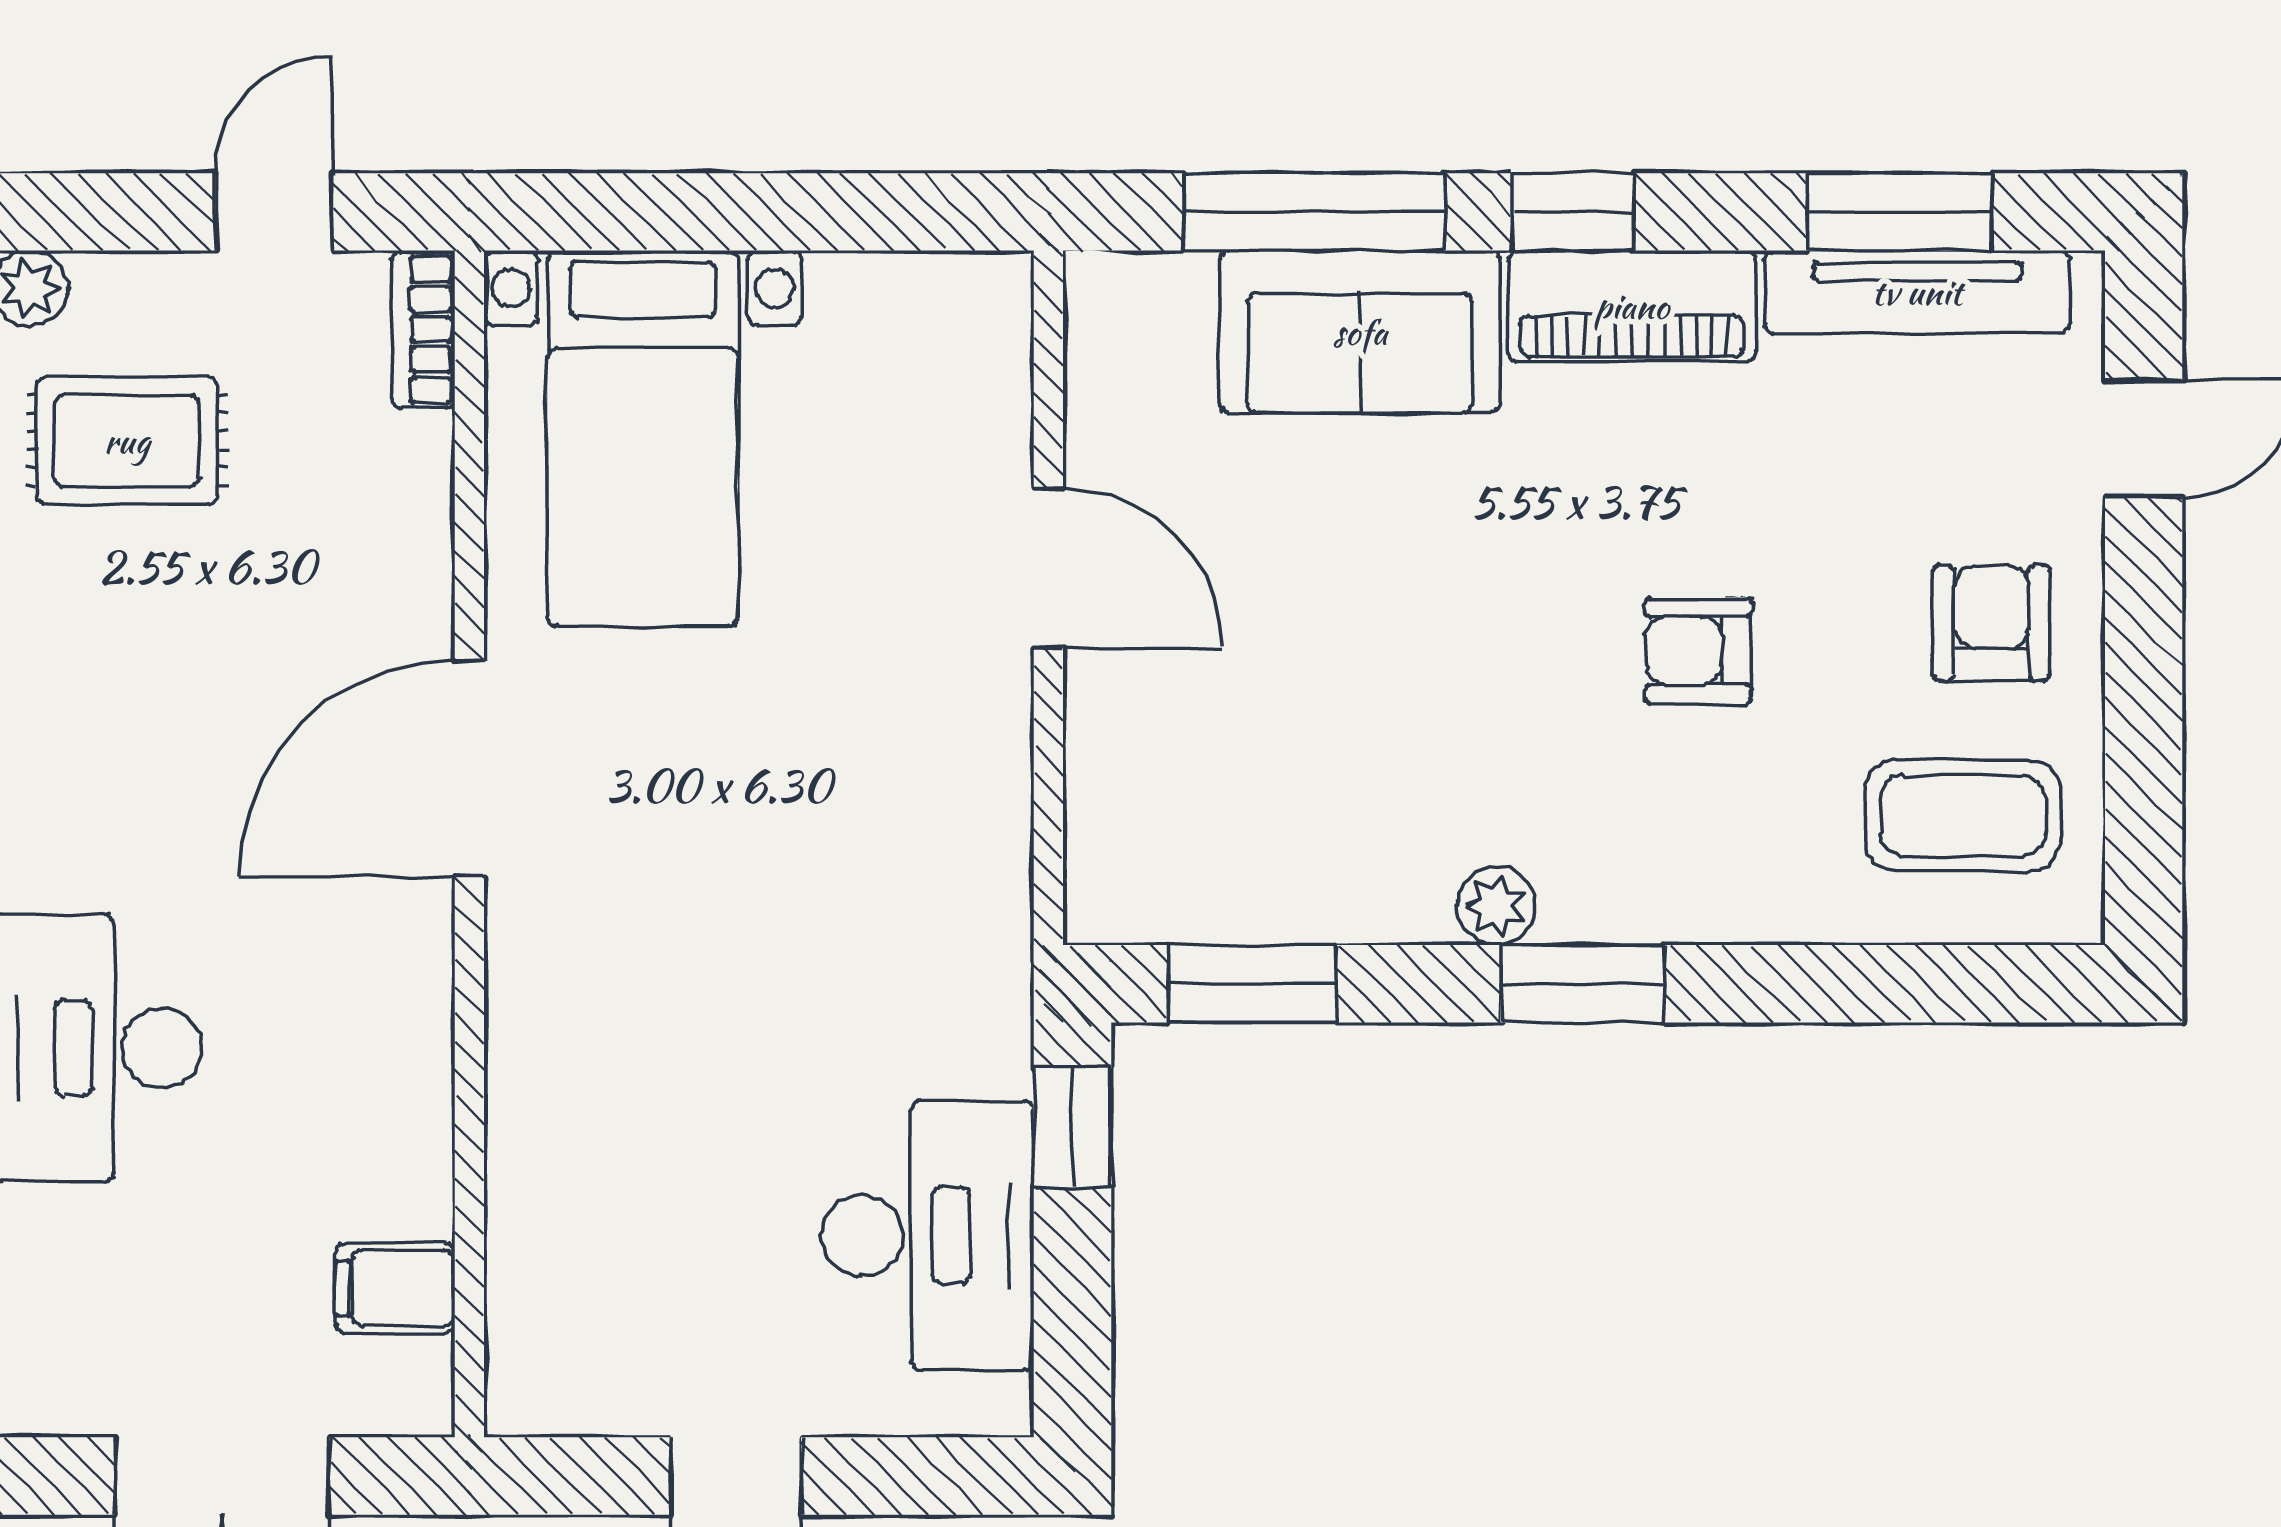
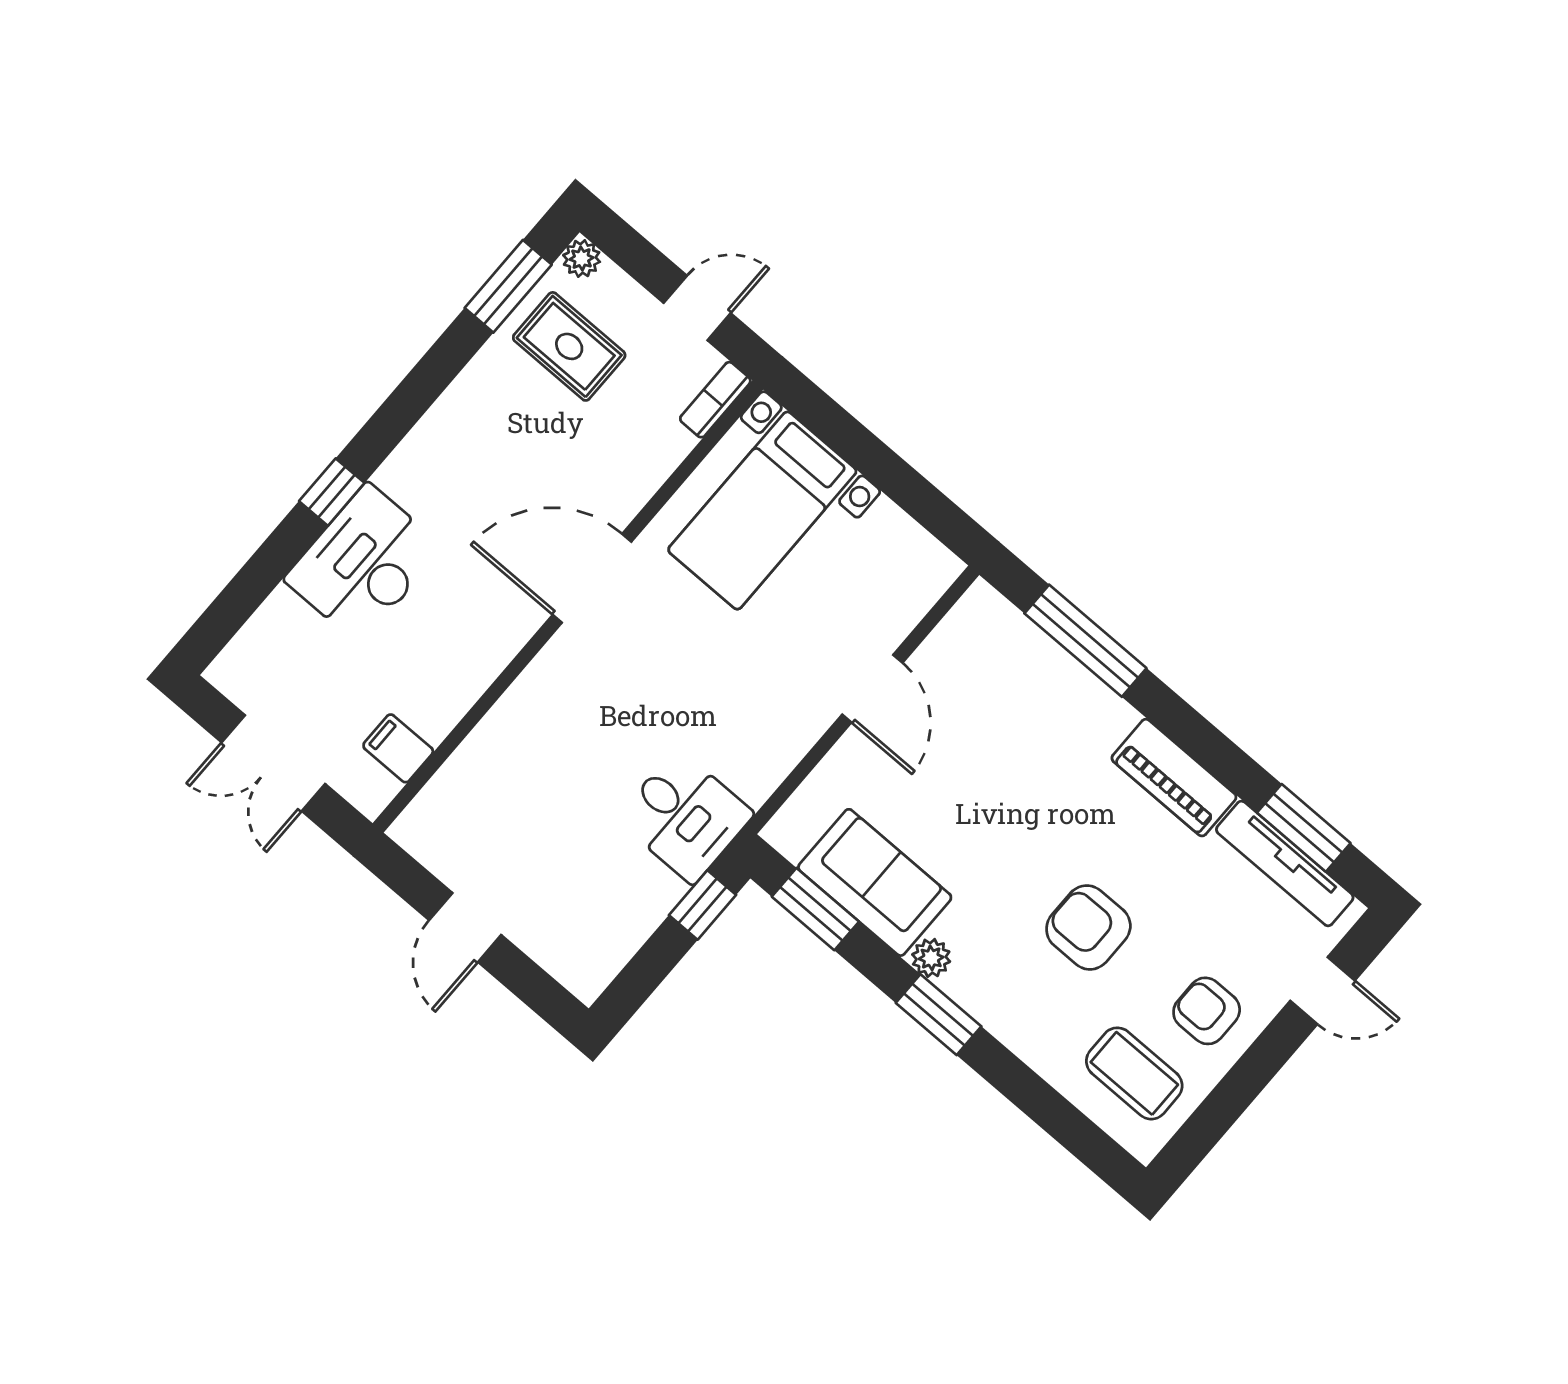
window: (1573, 212) -> (1182, 724), removed
sofa: (1360, 332) -> (875, 882), moved, turned 180
armchair: (1991, 623) -> (1207, 1011), turned -90
armchair: (1699, 651) -> (1088, 927), width x1.38, depth x1.38
desk: (928, 1235) -> (685, 816), moved, width x0.73

